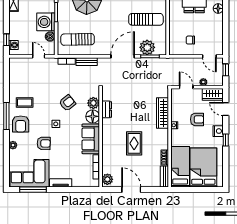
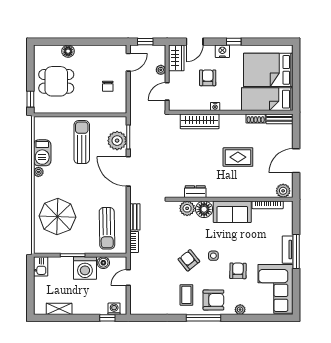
armchair: (67, 103) -> (189, 260), moved
window: (33, 190) -> (296, 252), moved

